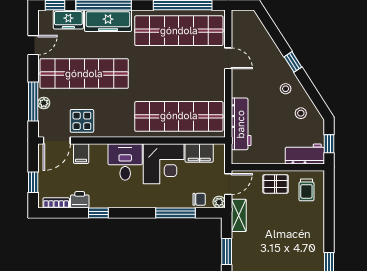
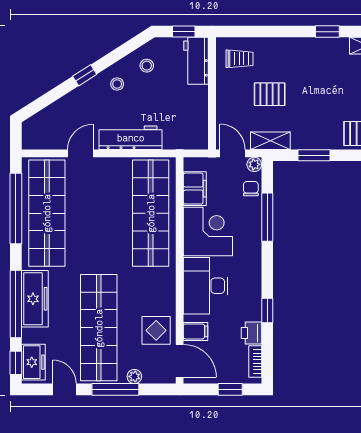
freezer: (68, 19) -> (33, 362), moved
window: (33, 101) -> (115, 389), moved
workbench: (241, 124) -> (131, 138), moved
desk: (125, 162) -> (206, 286), width x1.37
pallet: (276, 184) -> (270, 94), moved, turned 90

